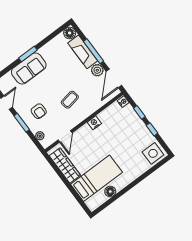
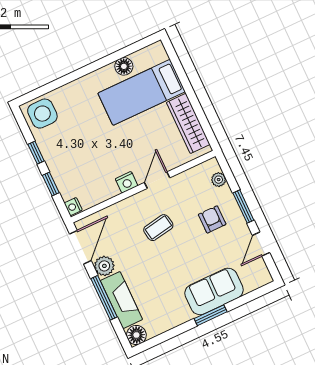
door: (65, 136) -> (157, 180), moved

